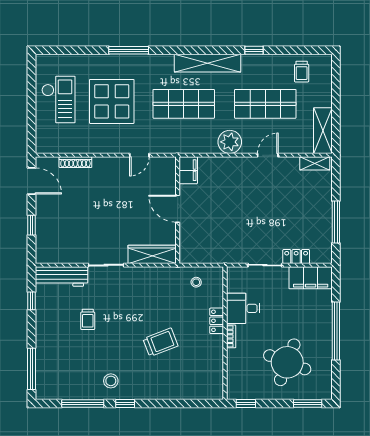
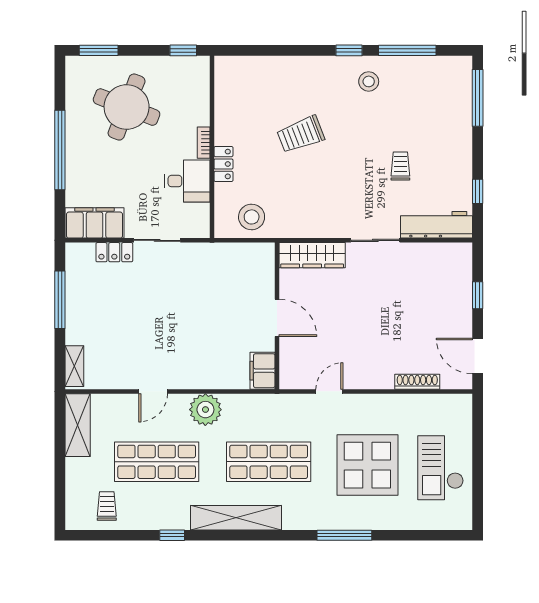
shelving: (315, 163) -> (74, 366), moved, turned 90
stool: (196, 282) -> (252, 217), width x1.89, depth x1.89

